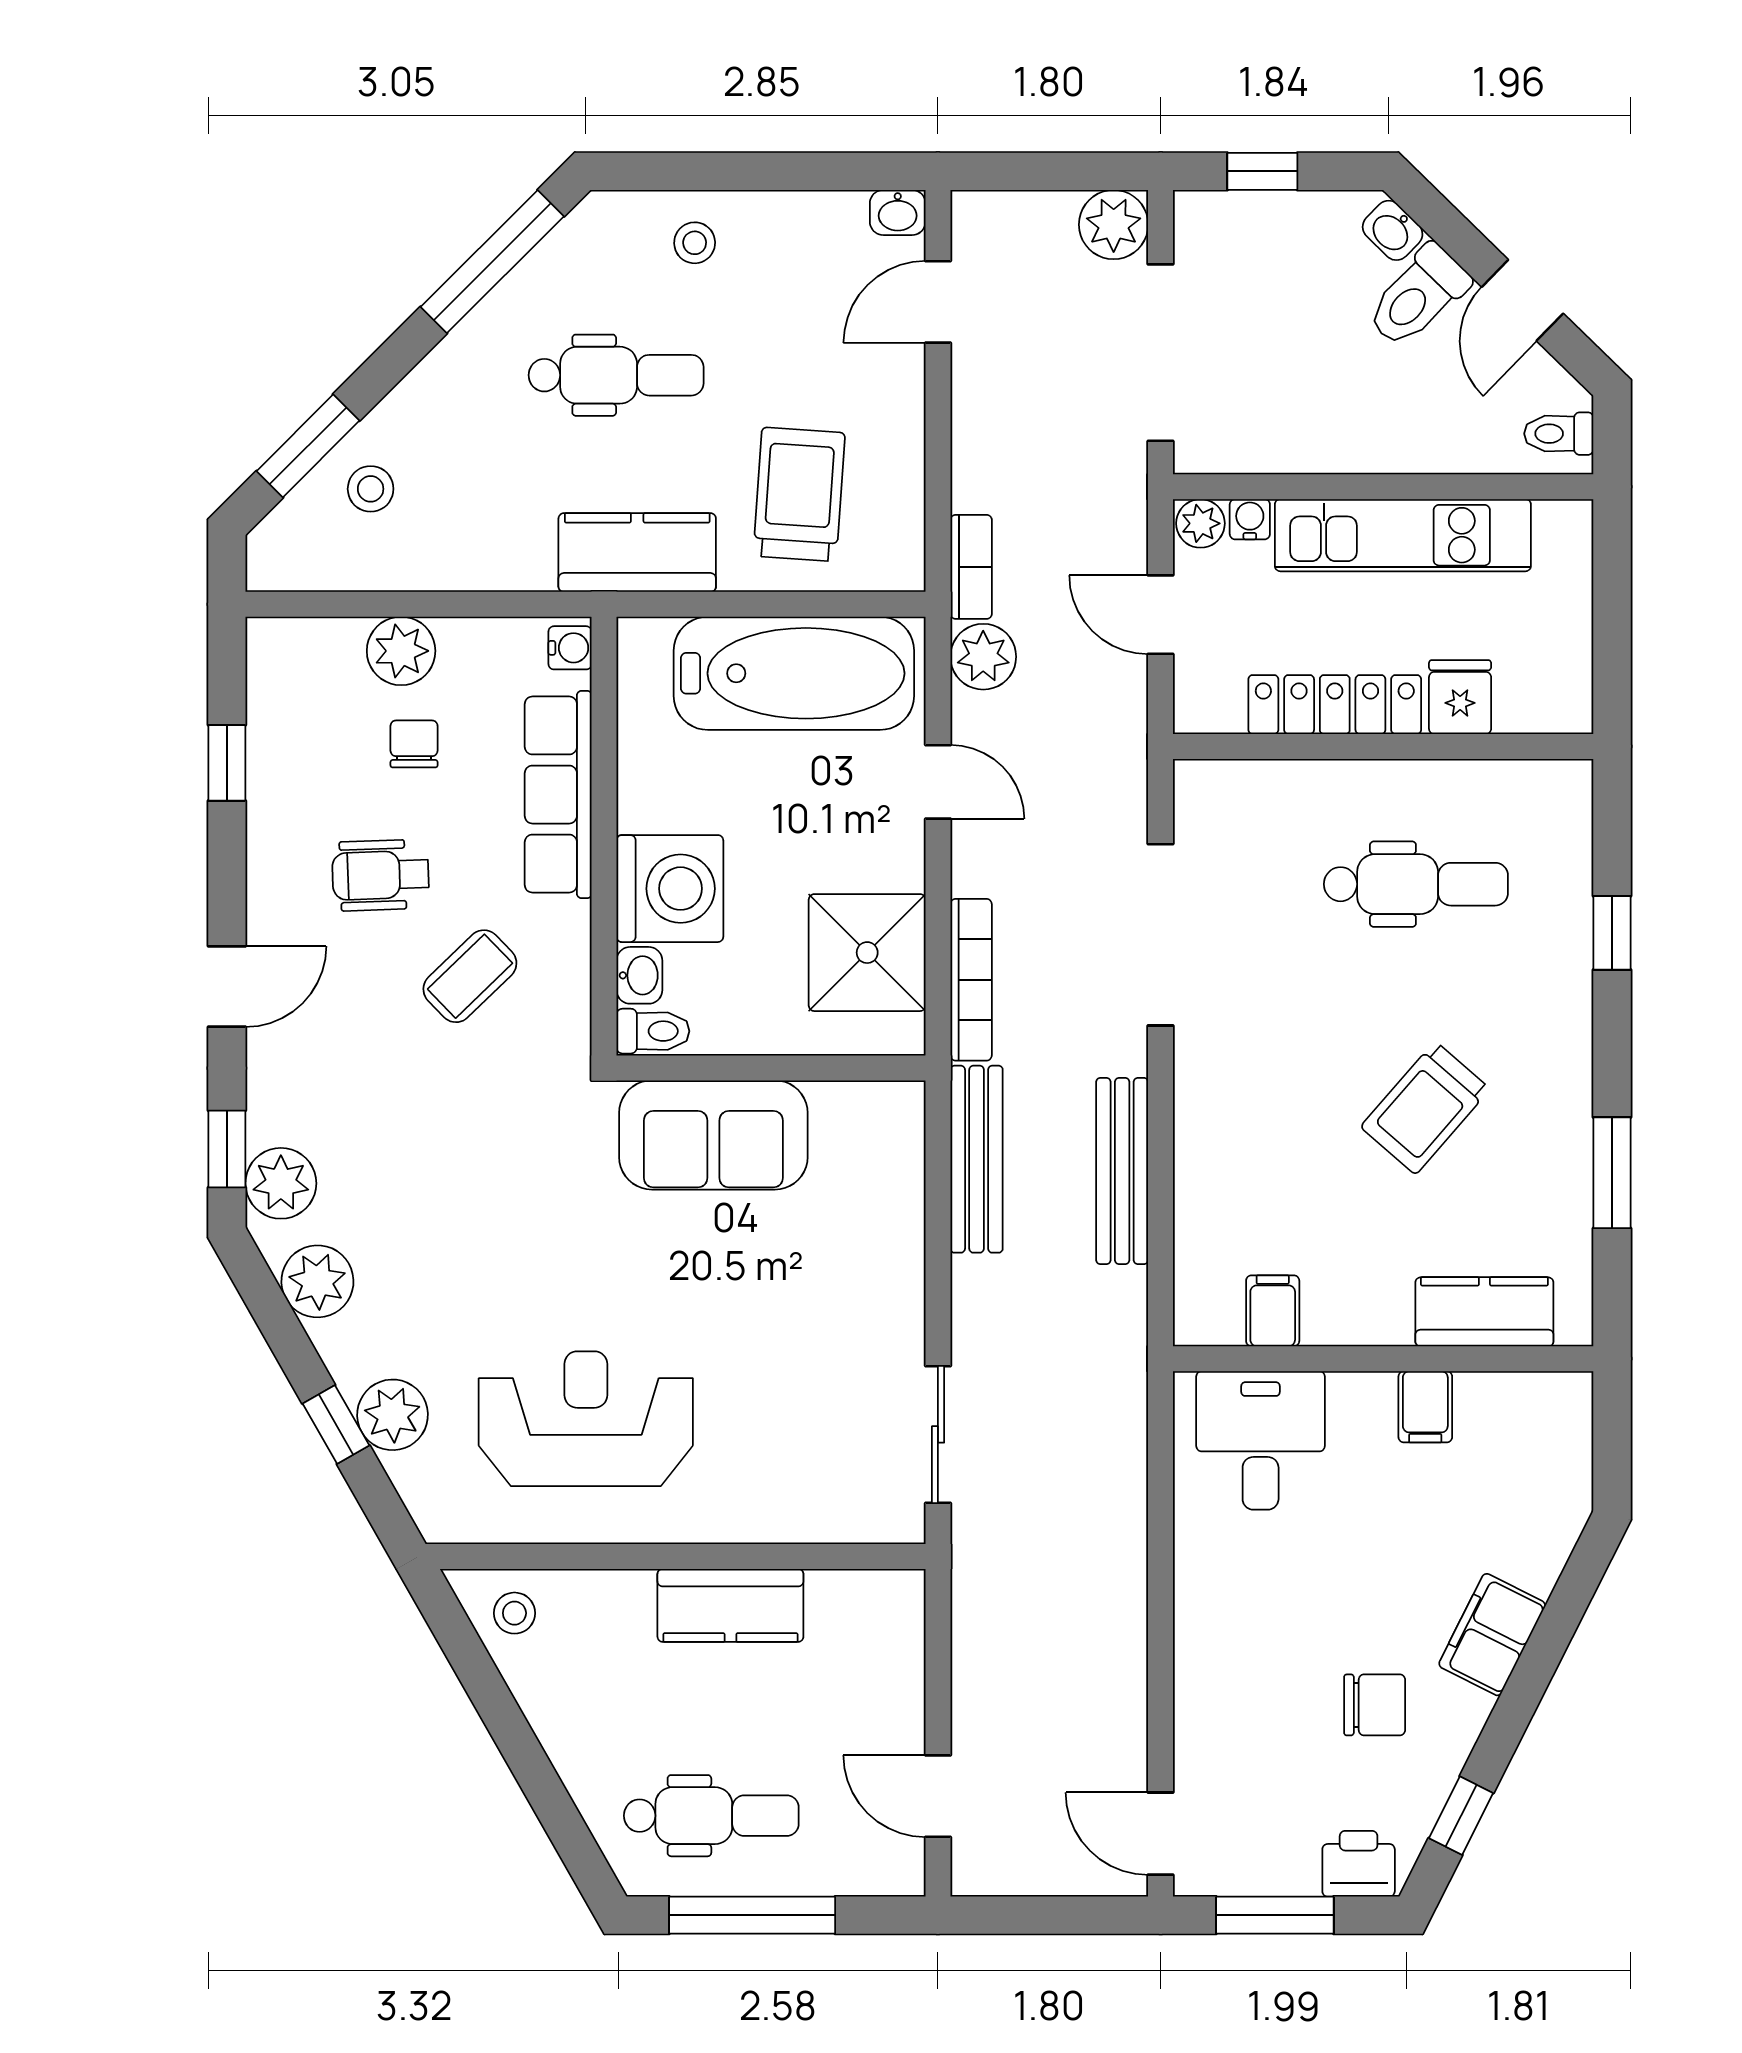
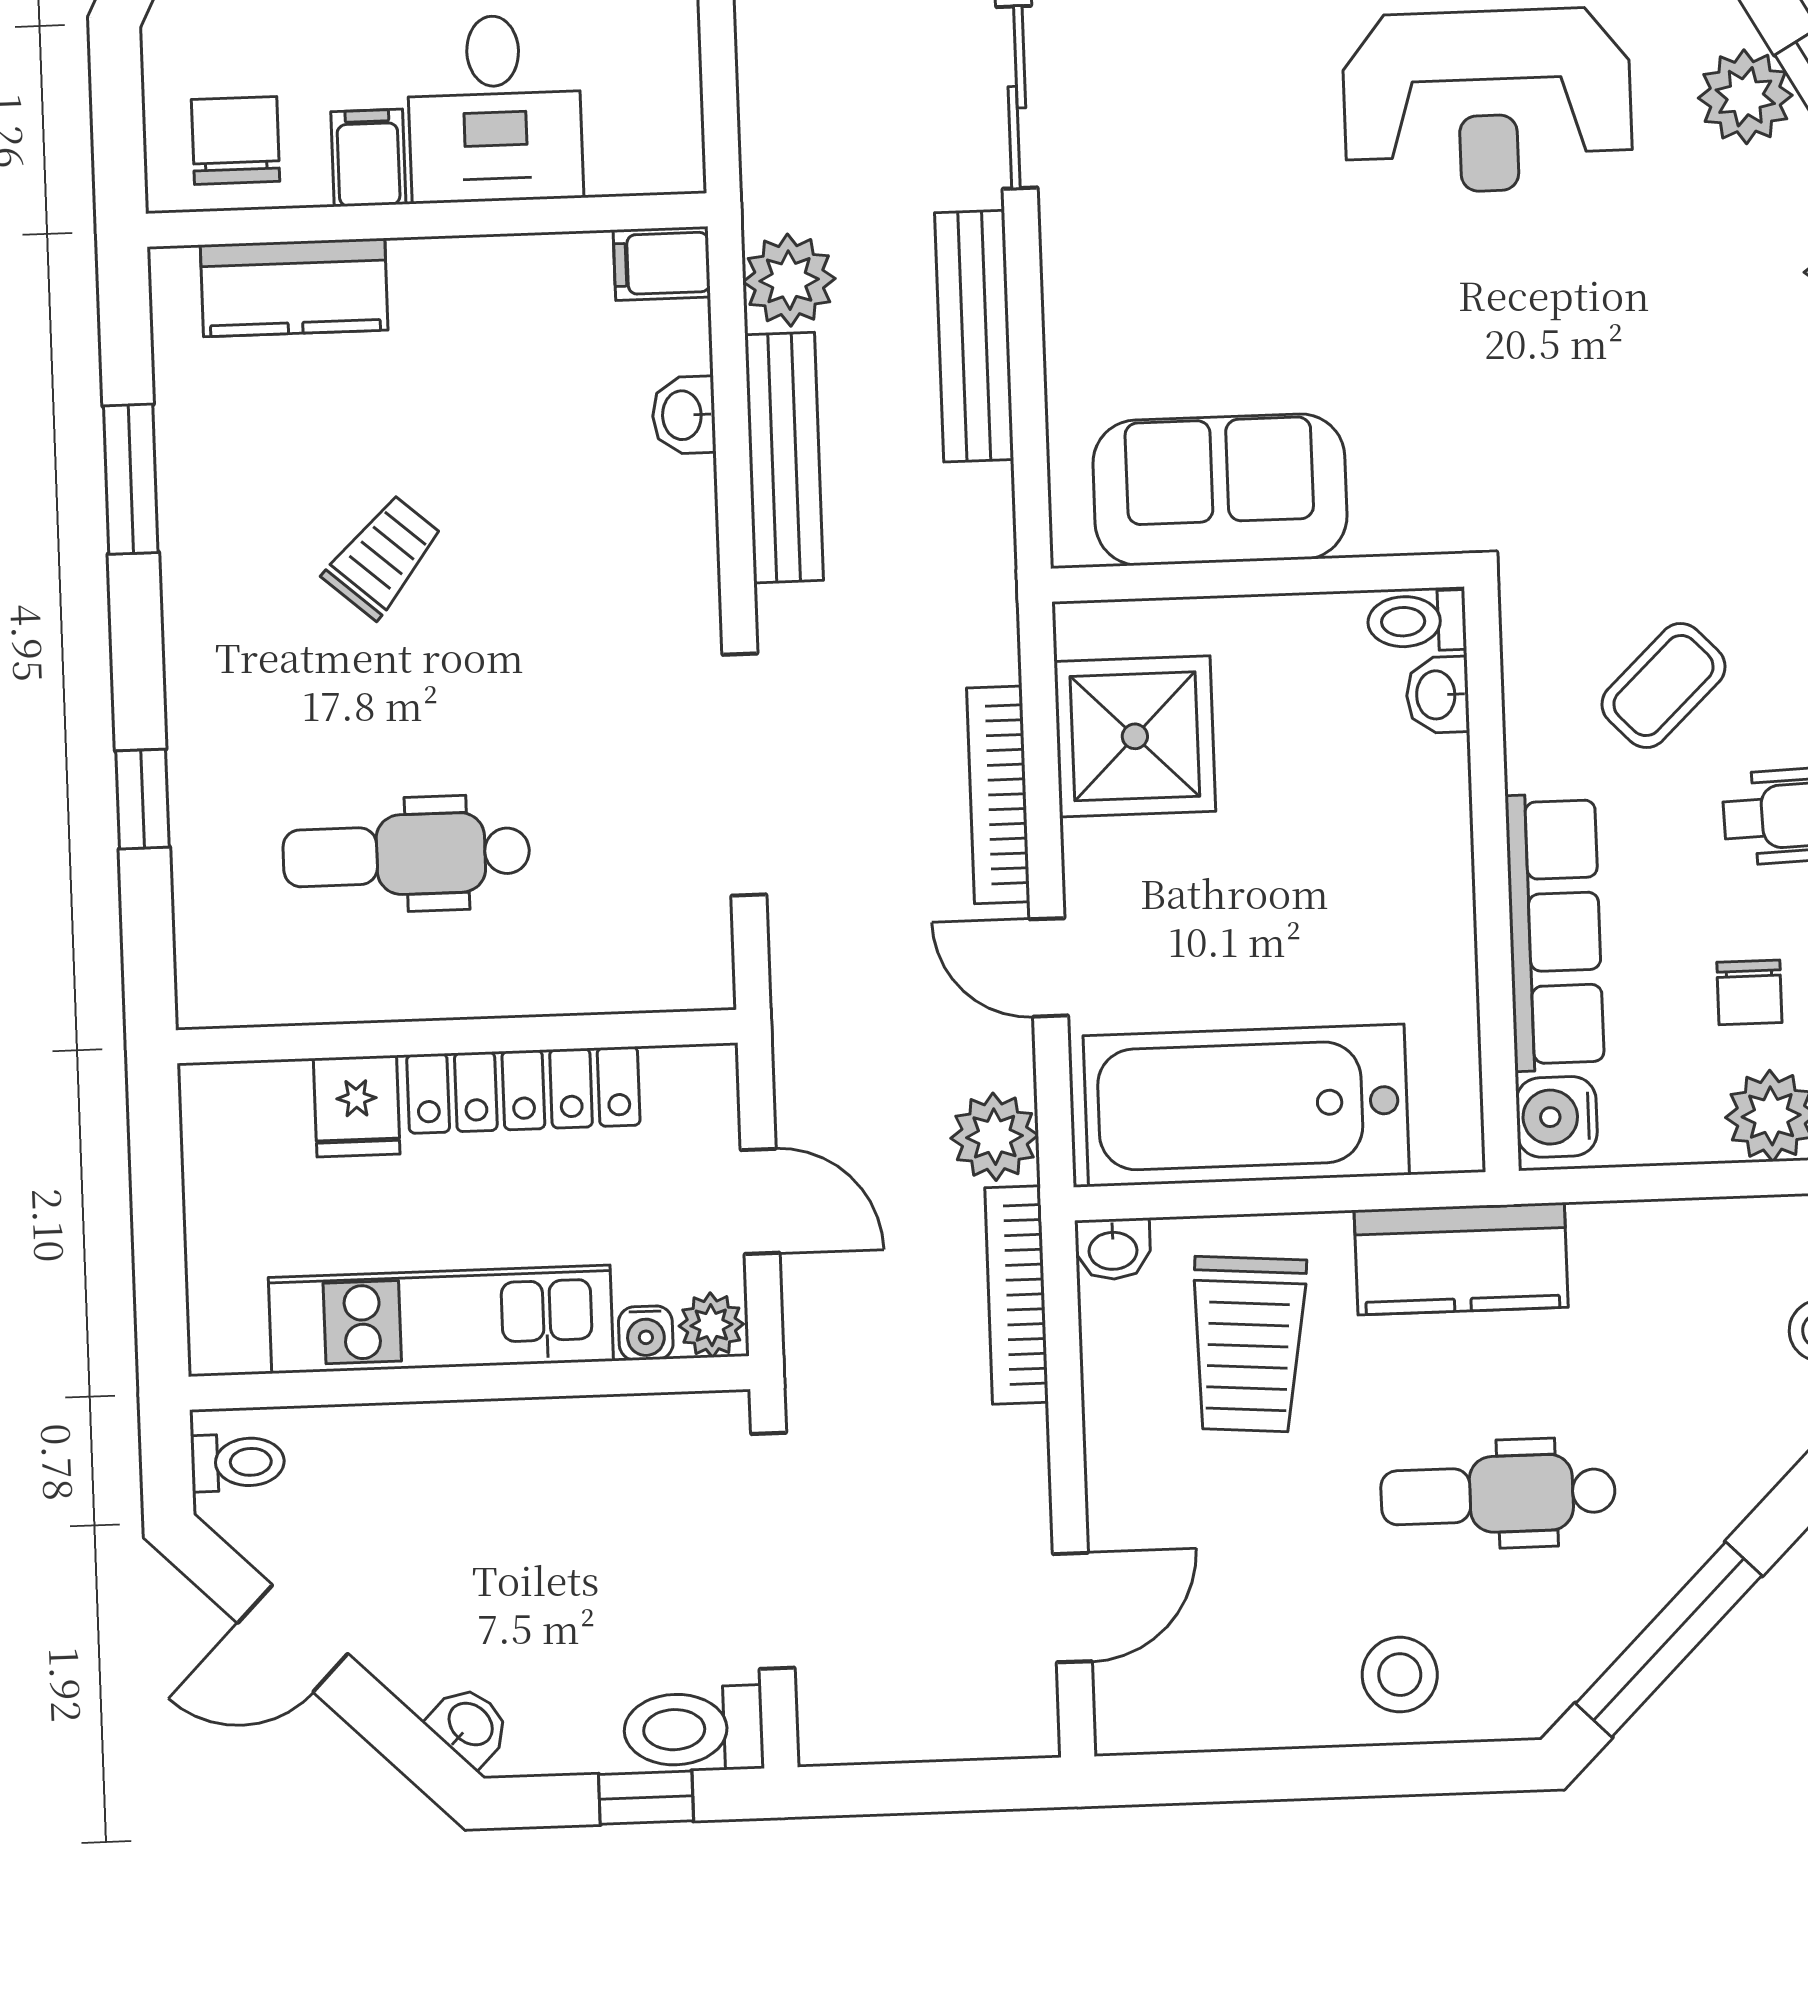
washbasin: (898, 213) -> (1113, 1249), moved, turned 180
plant: (1114, 225) -> (789, 280), moved
stool: (695, 243) -> (1400, 1675), width x1.37, depth x1.37
toilet: (1418, 296) -> (694, 1729), moved, turned -134
door: (1522, 300) -> (293, 1638), swing flipped
bookcase: (971, 567) -> (1016, 1295), width x1.56
water cooler: (570, 648) -> (1557, 1117), width x1.38, depth x1.38
washing machine: (670, 889) -> (1401, 812), removed
bookcase: (971, 980) -> (998, 795), moved
trolley: (1425, 1108) -> (383, 557), width x0.73, depth x0.72
sofa: (713, 1135) -> (1220, 490), moved
bench: (977, 1159) -> (974, 336), moved
washbasin: (1196, 1206) -> (684, 415), added
filing cabinet: (1273, 1311) -> (662, 263), moved, turned 90
chair: (1524, 1424) -> (236, 140), added
desk: (1261, 1440) -> (495, 108), moved

